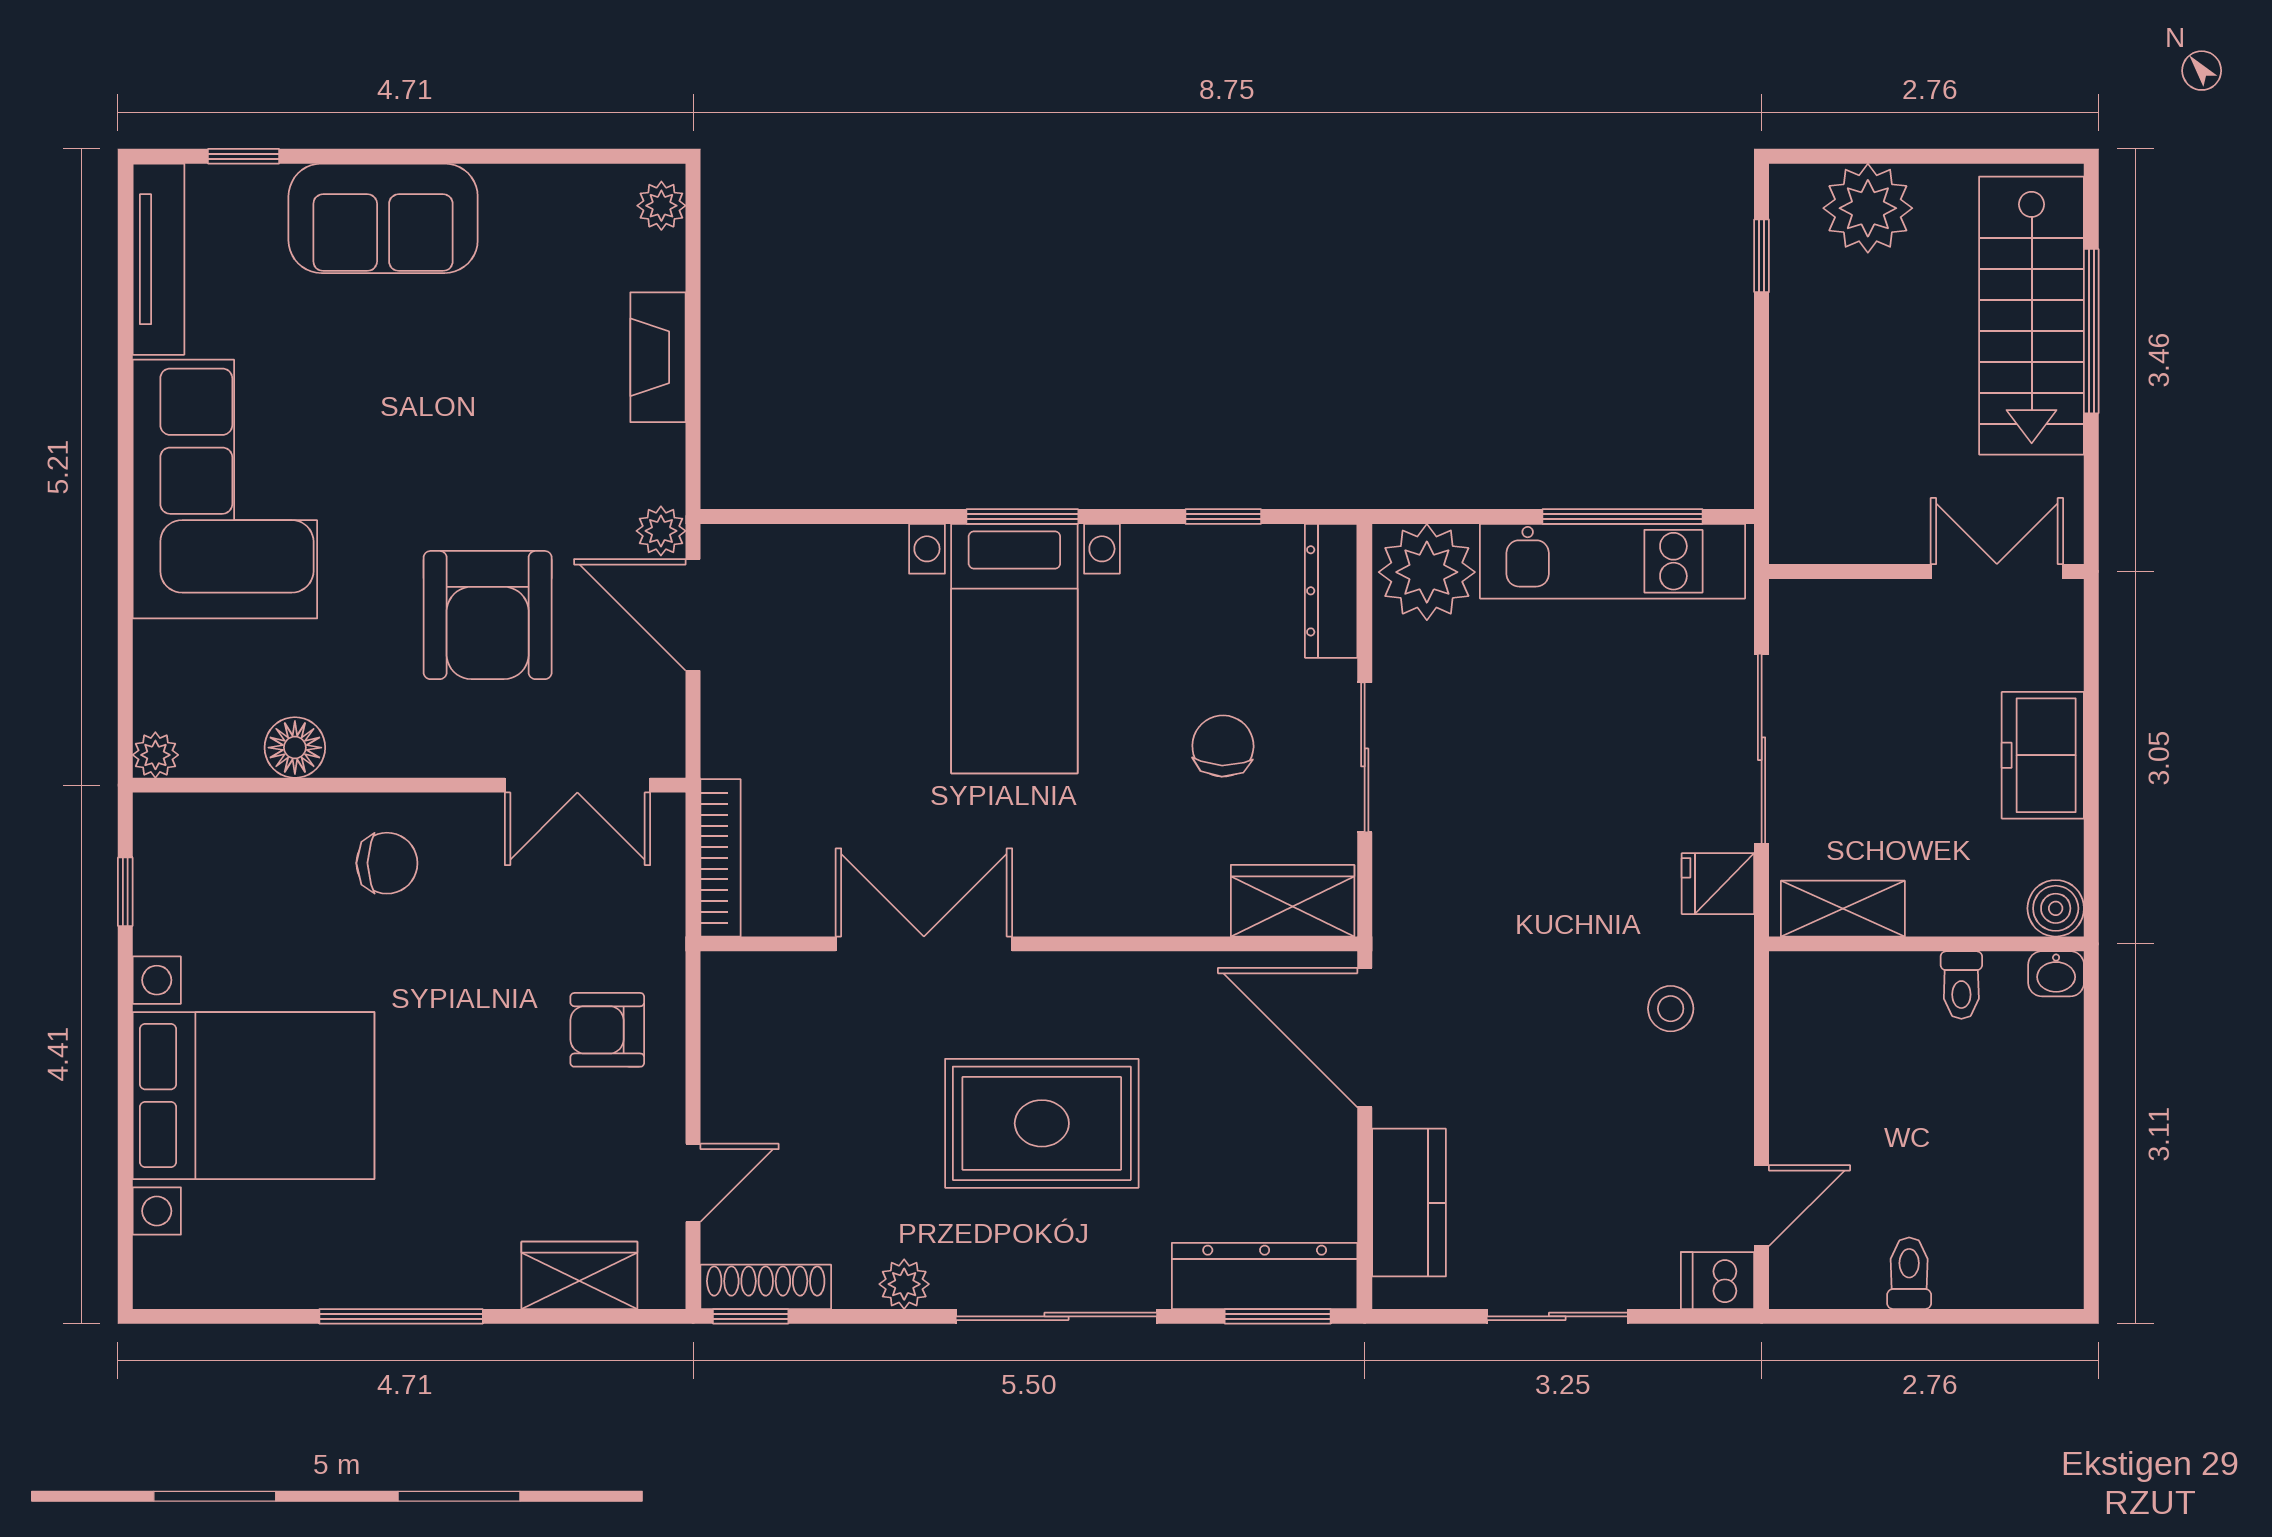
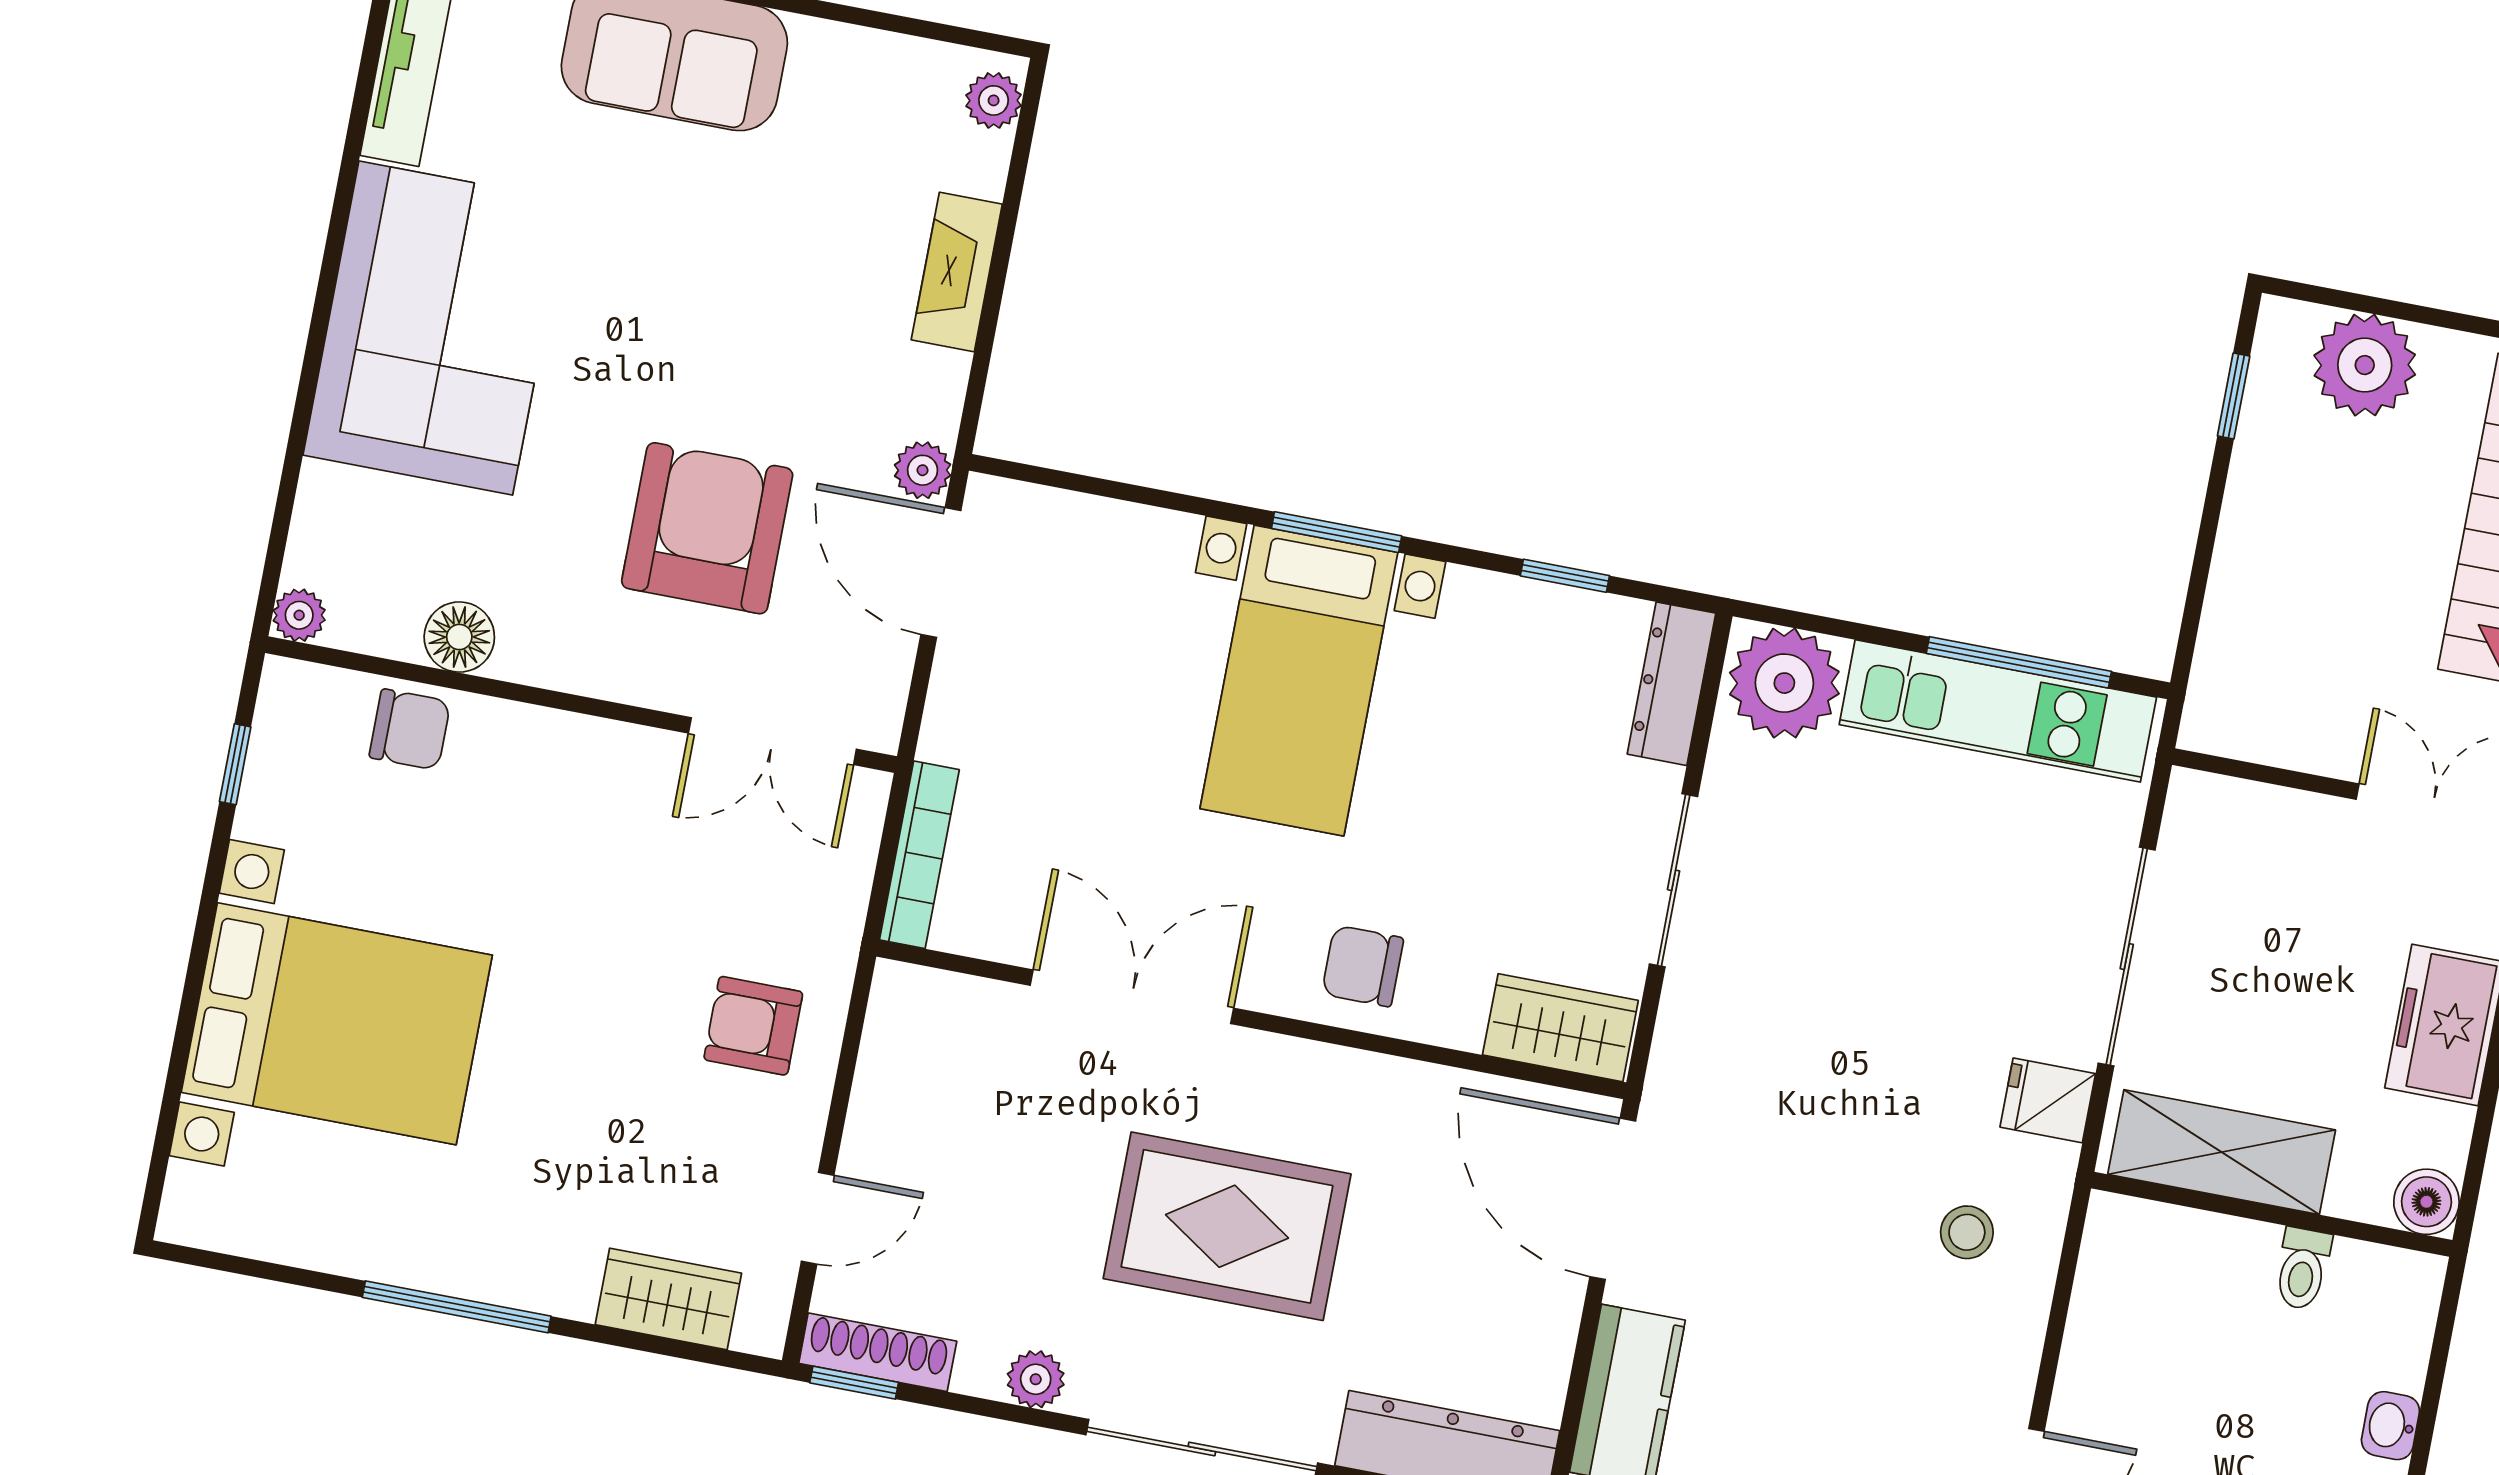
armchair: (488, 615) -> (707, 528), turned 180
chair: (1223, 746) -> (1363, 966), moved, turned -92
chair: (387, 863) -> (410, 729), moved
shelving: (1843, 909) -> (2222, 1152), width x1.50, depth x1.33
washbasin: (2056, 974) -> (2390, 1426), moved, turned 90

